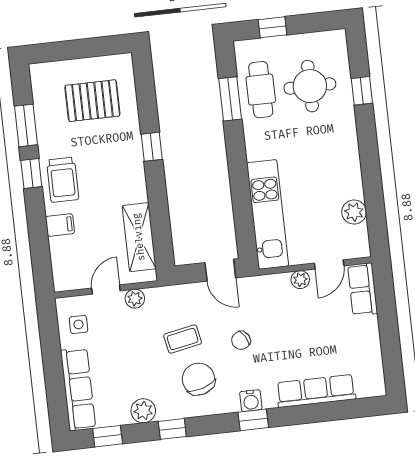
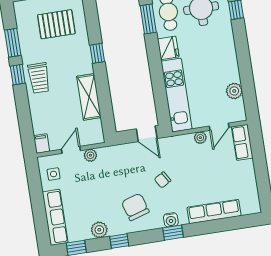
fridge: (258, 143) -> (168, 48), added
filing cabinet: (60, 225) -> (42, 143), moved, turned -90
shelving: (139, 237) -> (89, 97), moved
coffee table: (183, 339) -> (123, 181), removed

